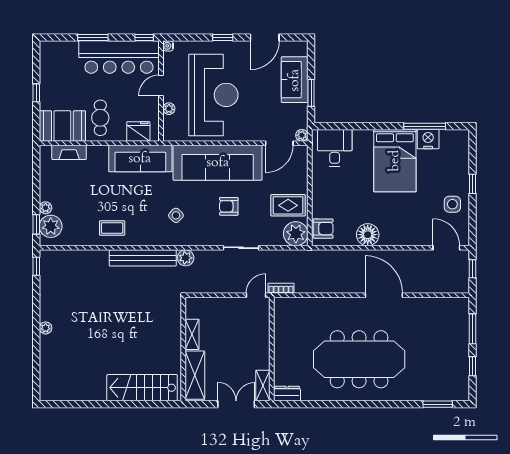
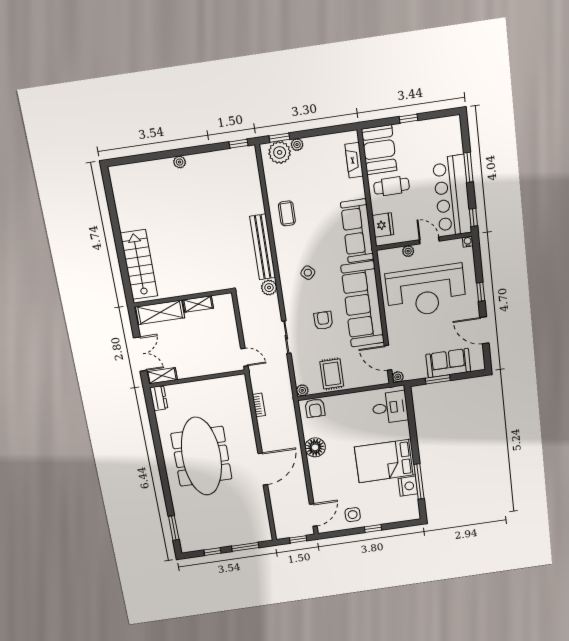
plant: (296, 234) -> (302, 390), width x0.53, depth x0.53
bookcase: (281, 288) -> (259, 405), moved

